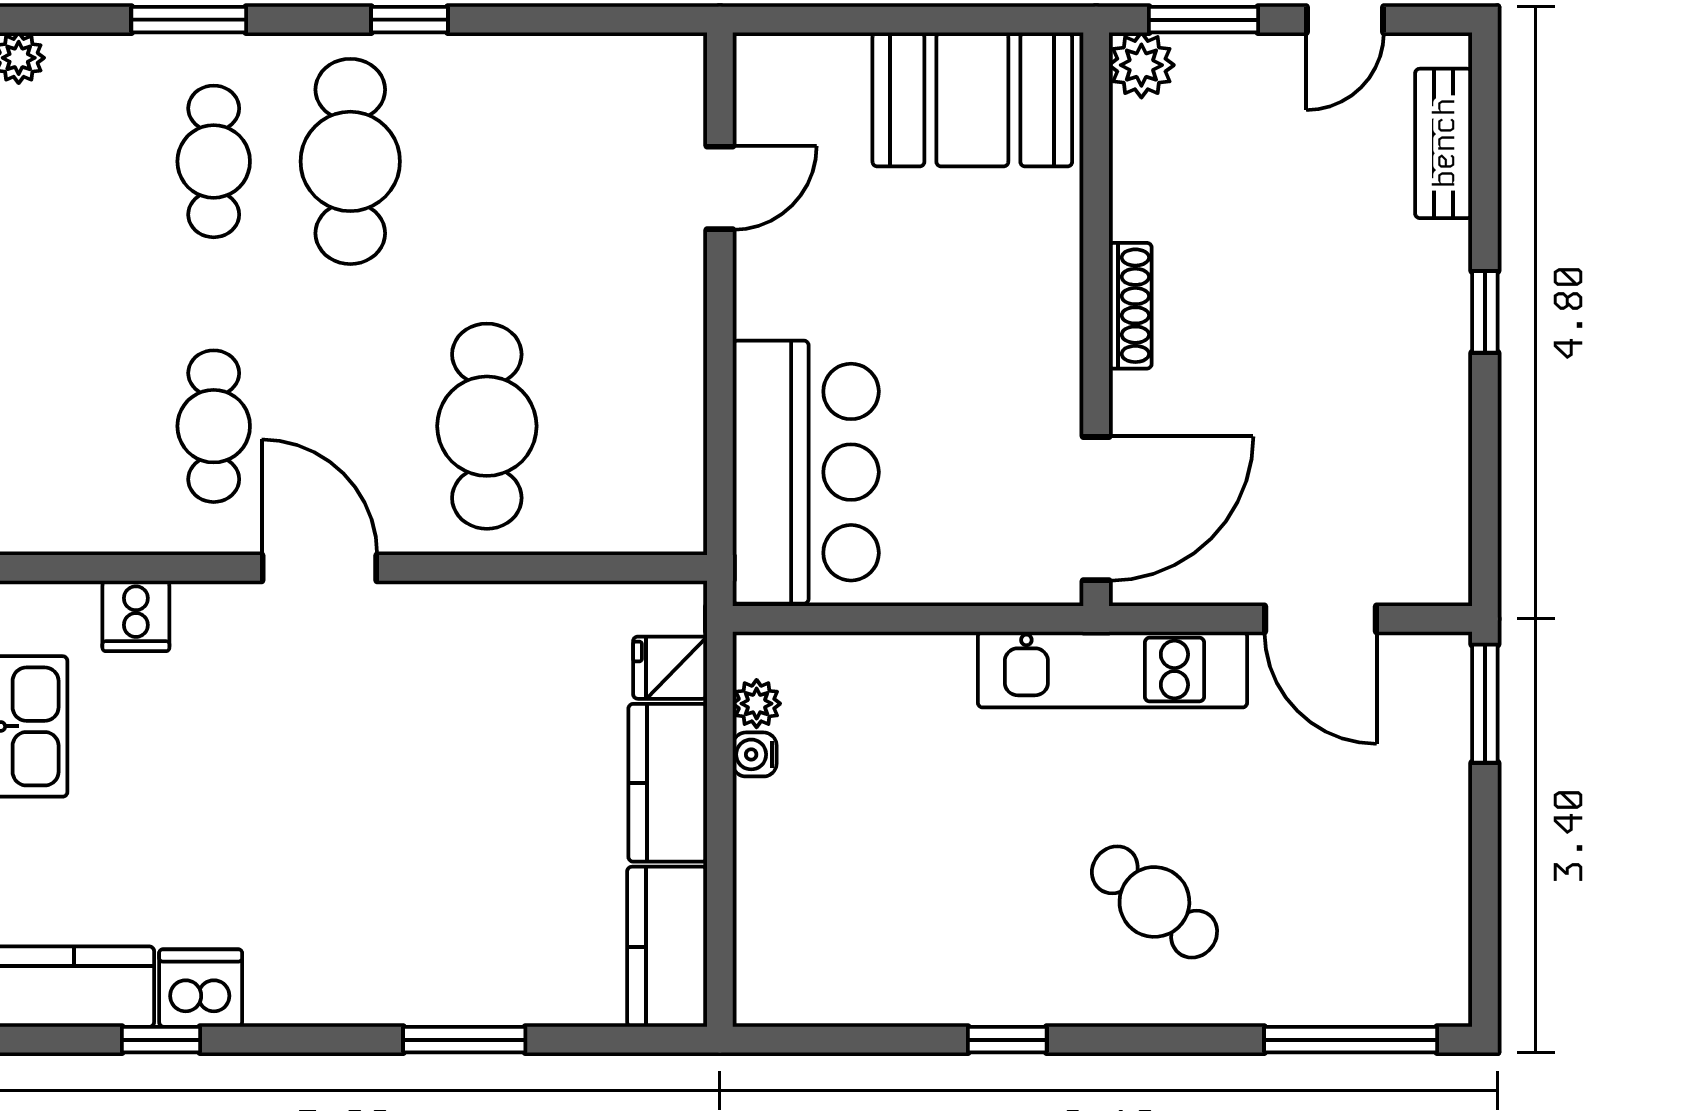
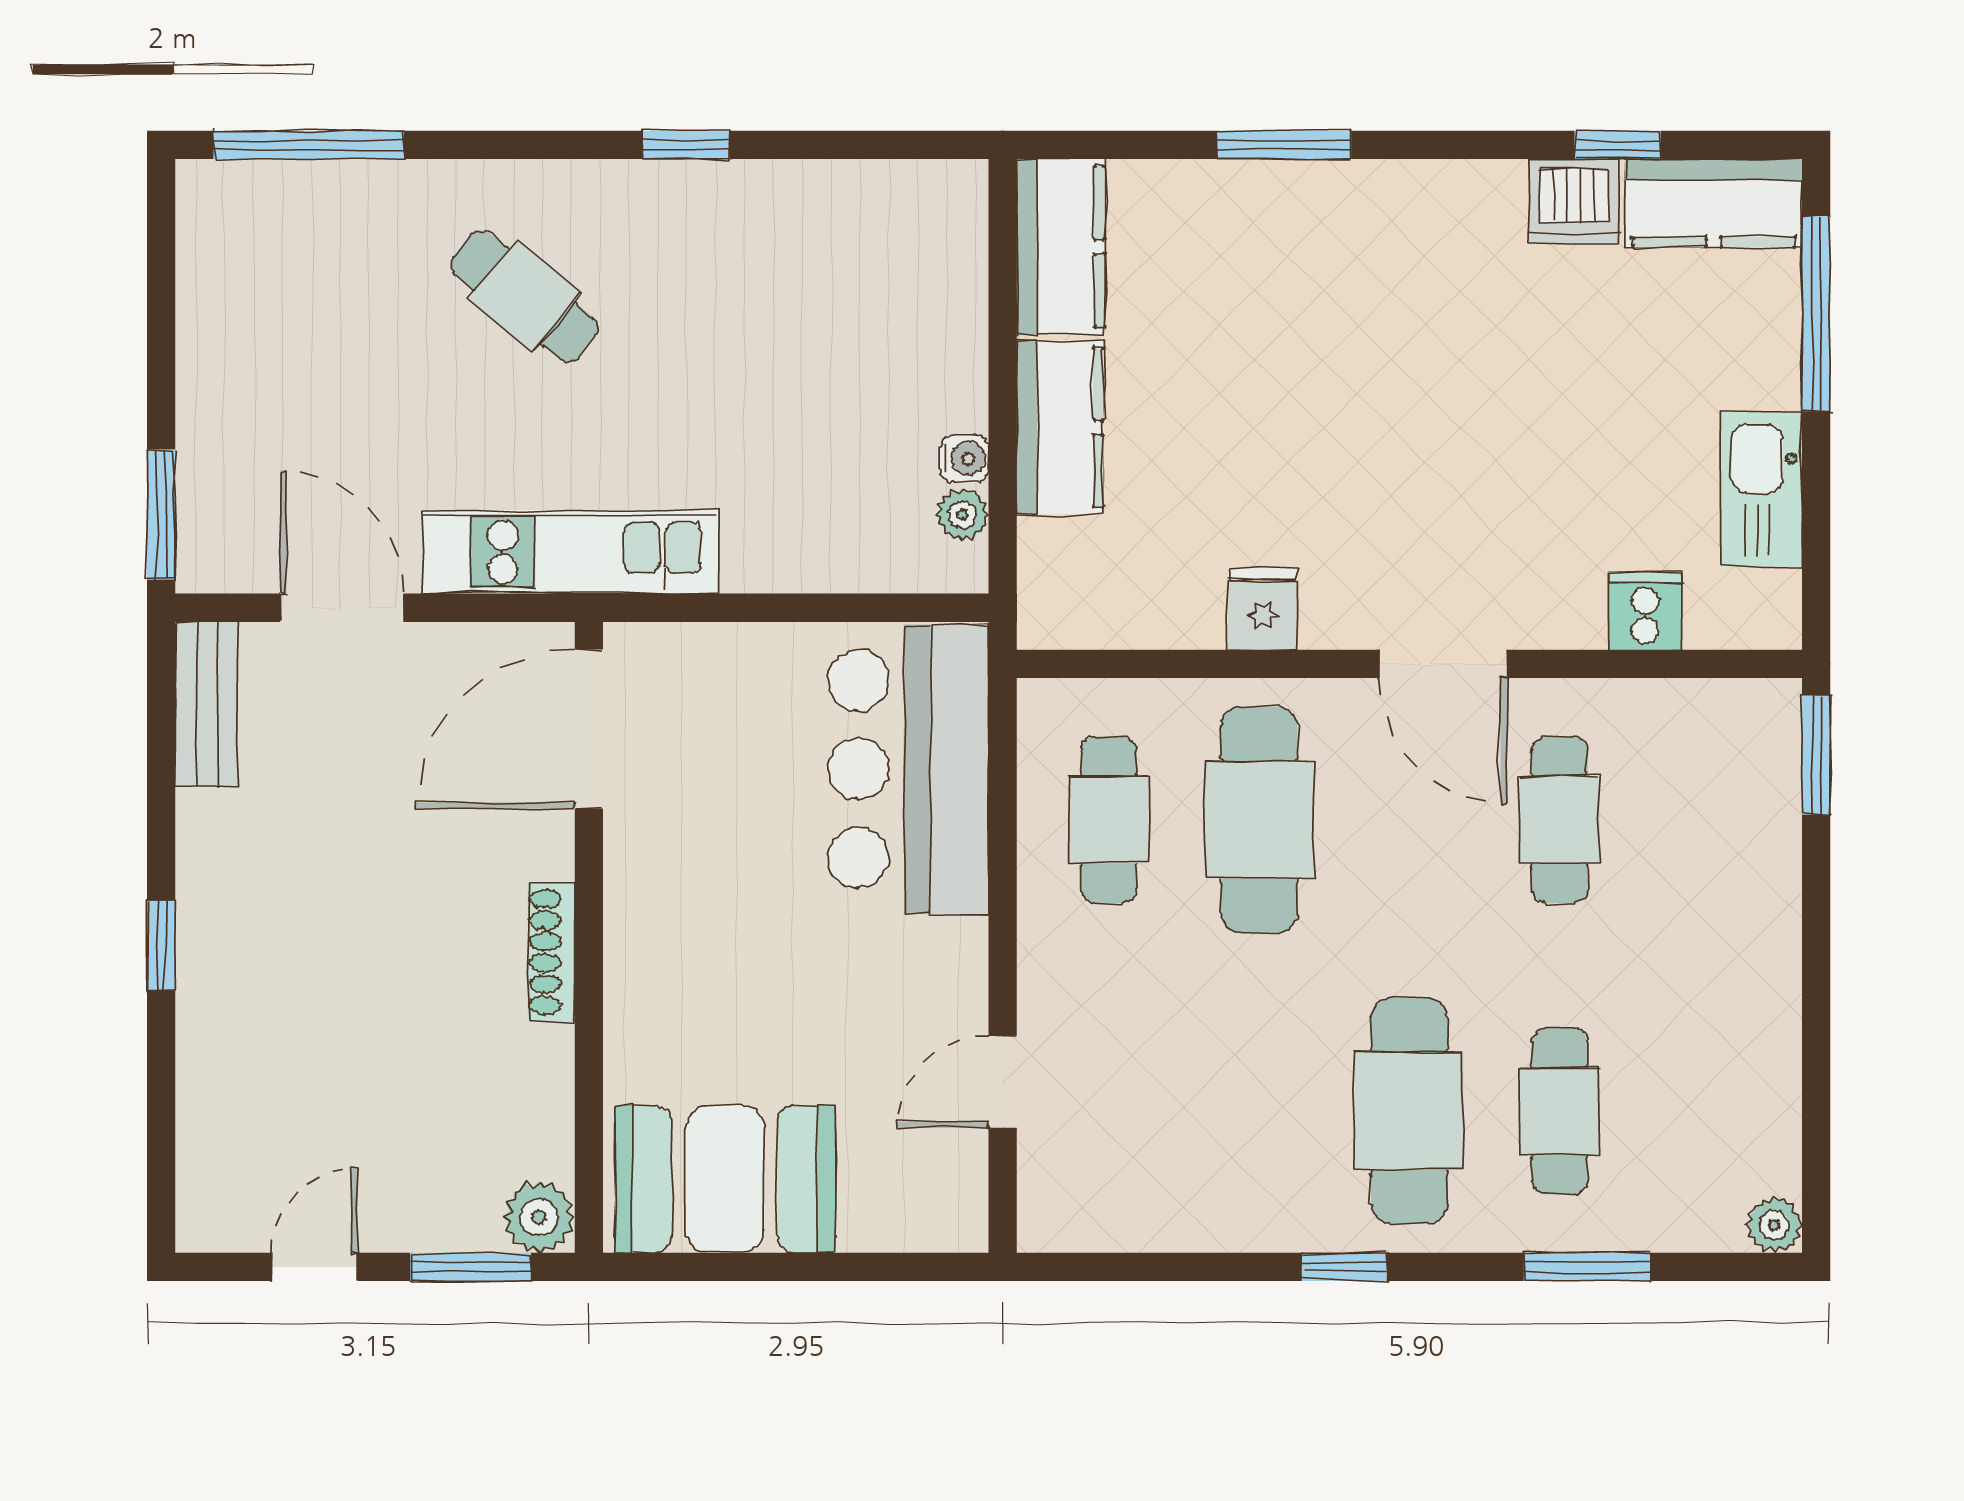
bench: (1444, 143) -> (206, 704), moved
cafe table: (623, 426) -> (1109, 820), added
fridge: (670, 668) -> (1263, 609), moved, turned -90

